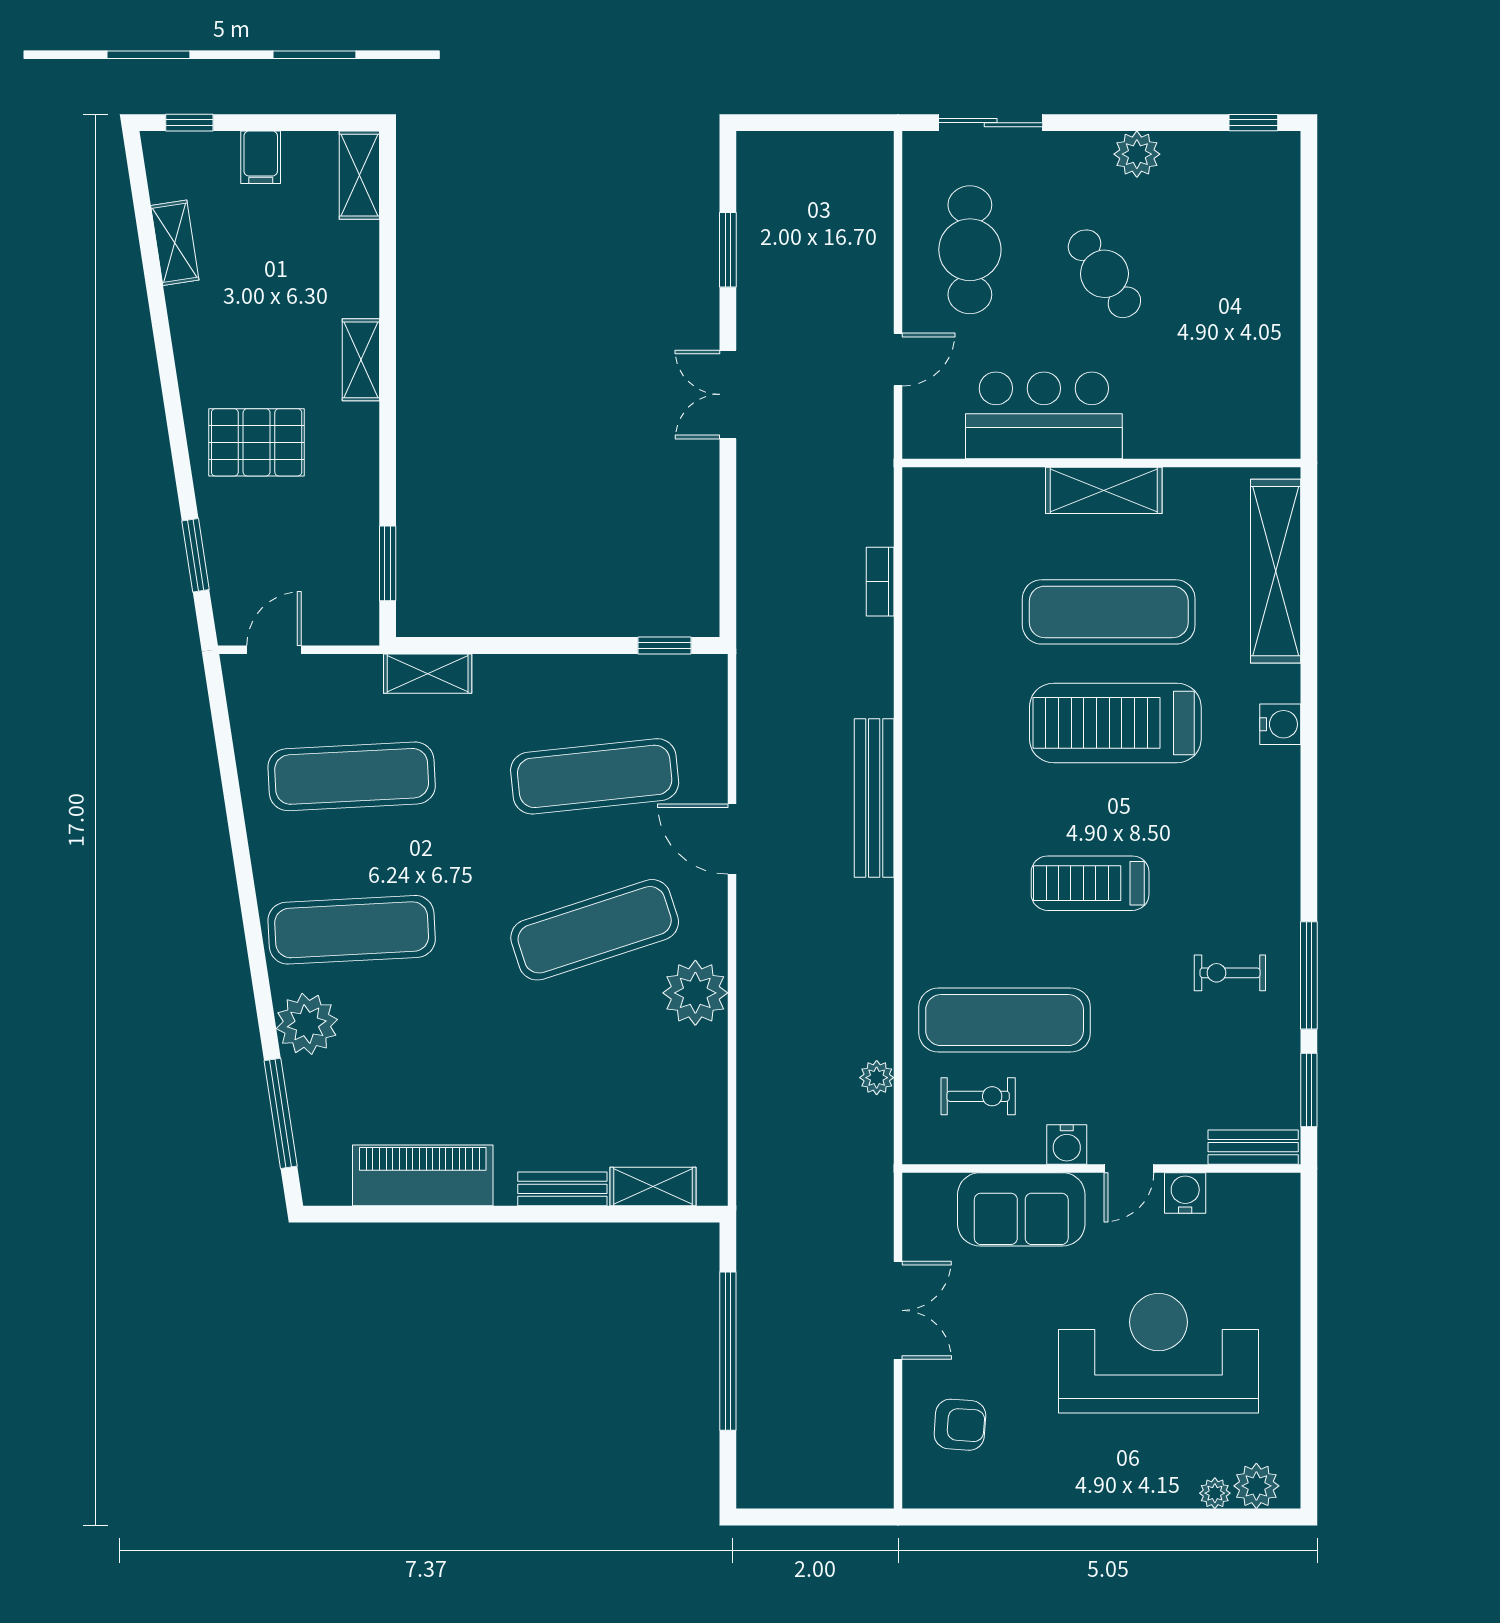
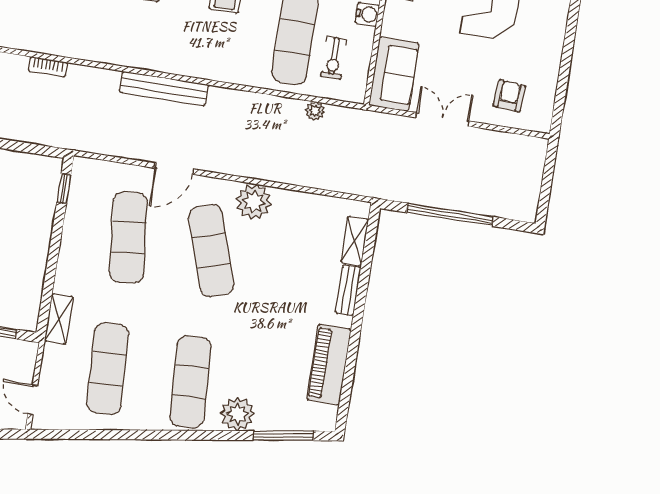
exercise bike: (978, 1096) -> (334, 58), turned 180
sofa: (1021, 1209) -> (394, 74), moved

